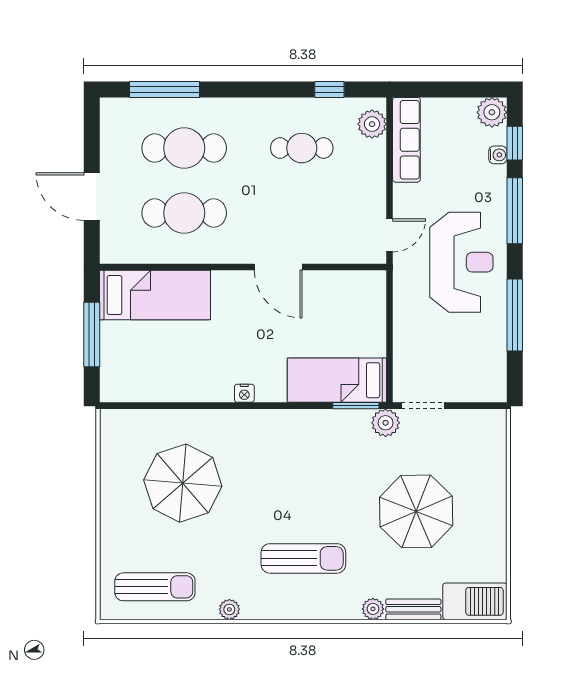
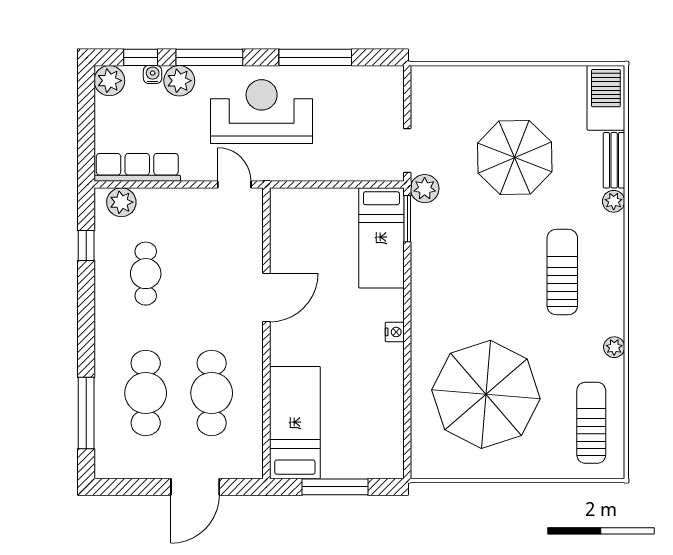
plant: (492, 181) -> (179, 81), added
parasol: (183, 483) -> (486, 394), width x1.36, depth x1.36

